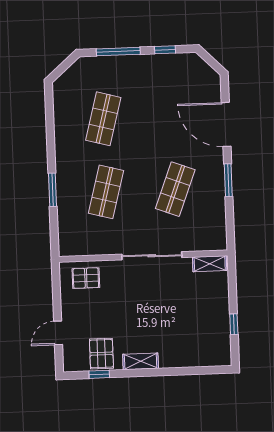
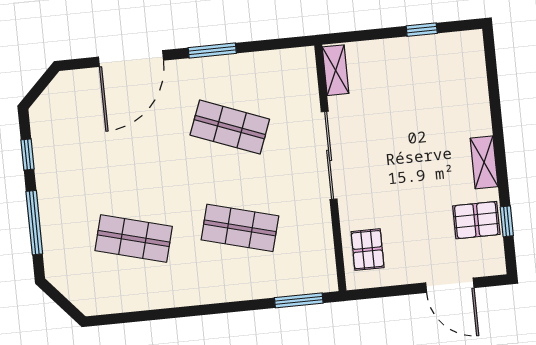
window: (53, 190) -> (299, 300), moved
door: (58, 333) -> (450, 285), width x1.38

